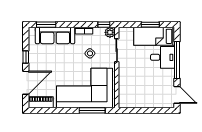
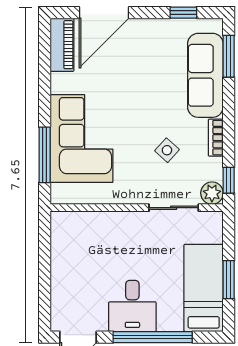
window: (26, 57) -> (183, 13), moved
desk: (163, 57) -> (132, 306), moved
door: (26, 83) -> (104, 13), hinge flipped
corner sofa: (84, 88) -> (81, 138), width x0.73, depth x0.74

